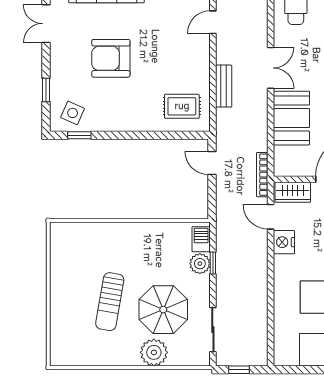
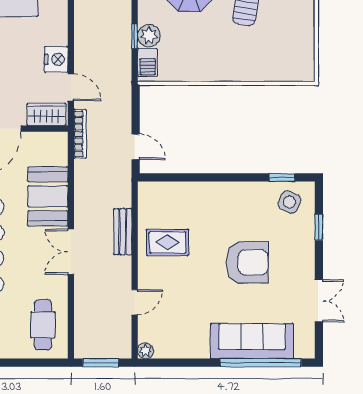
rug: (182, 106) -> (168, 242), moved

